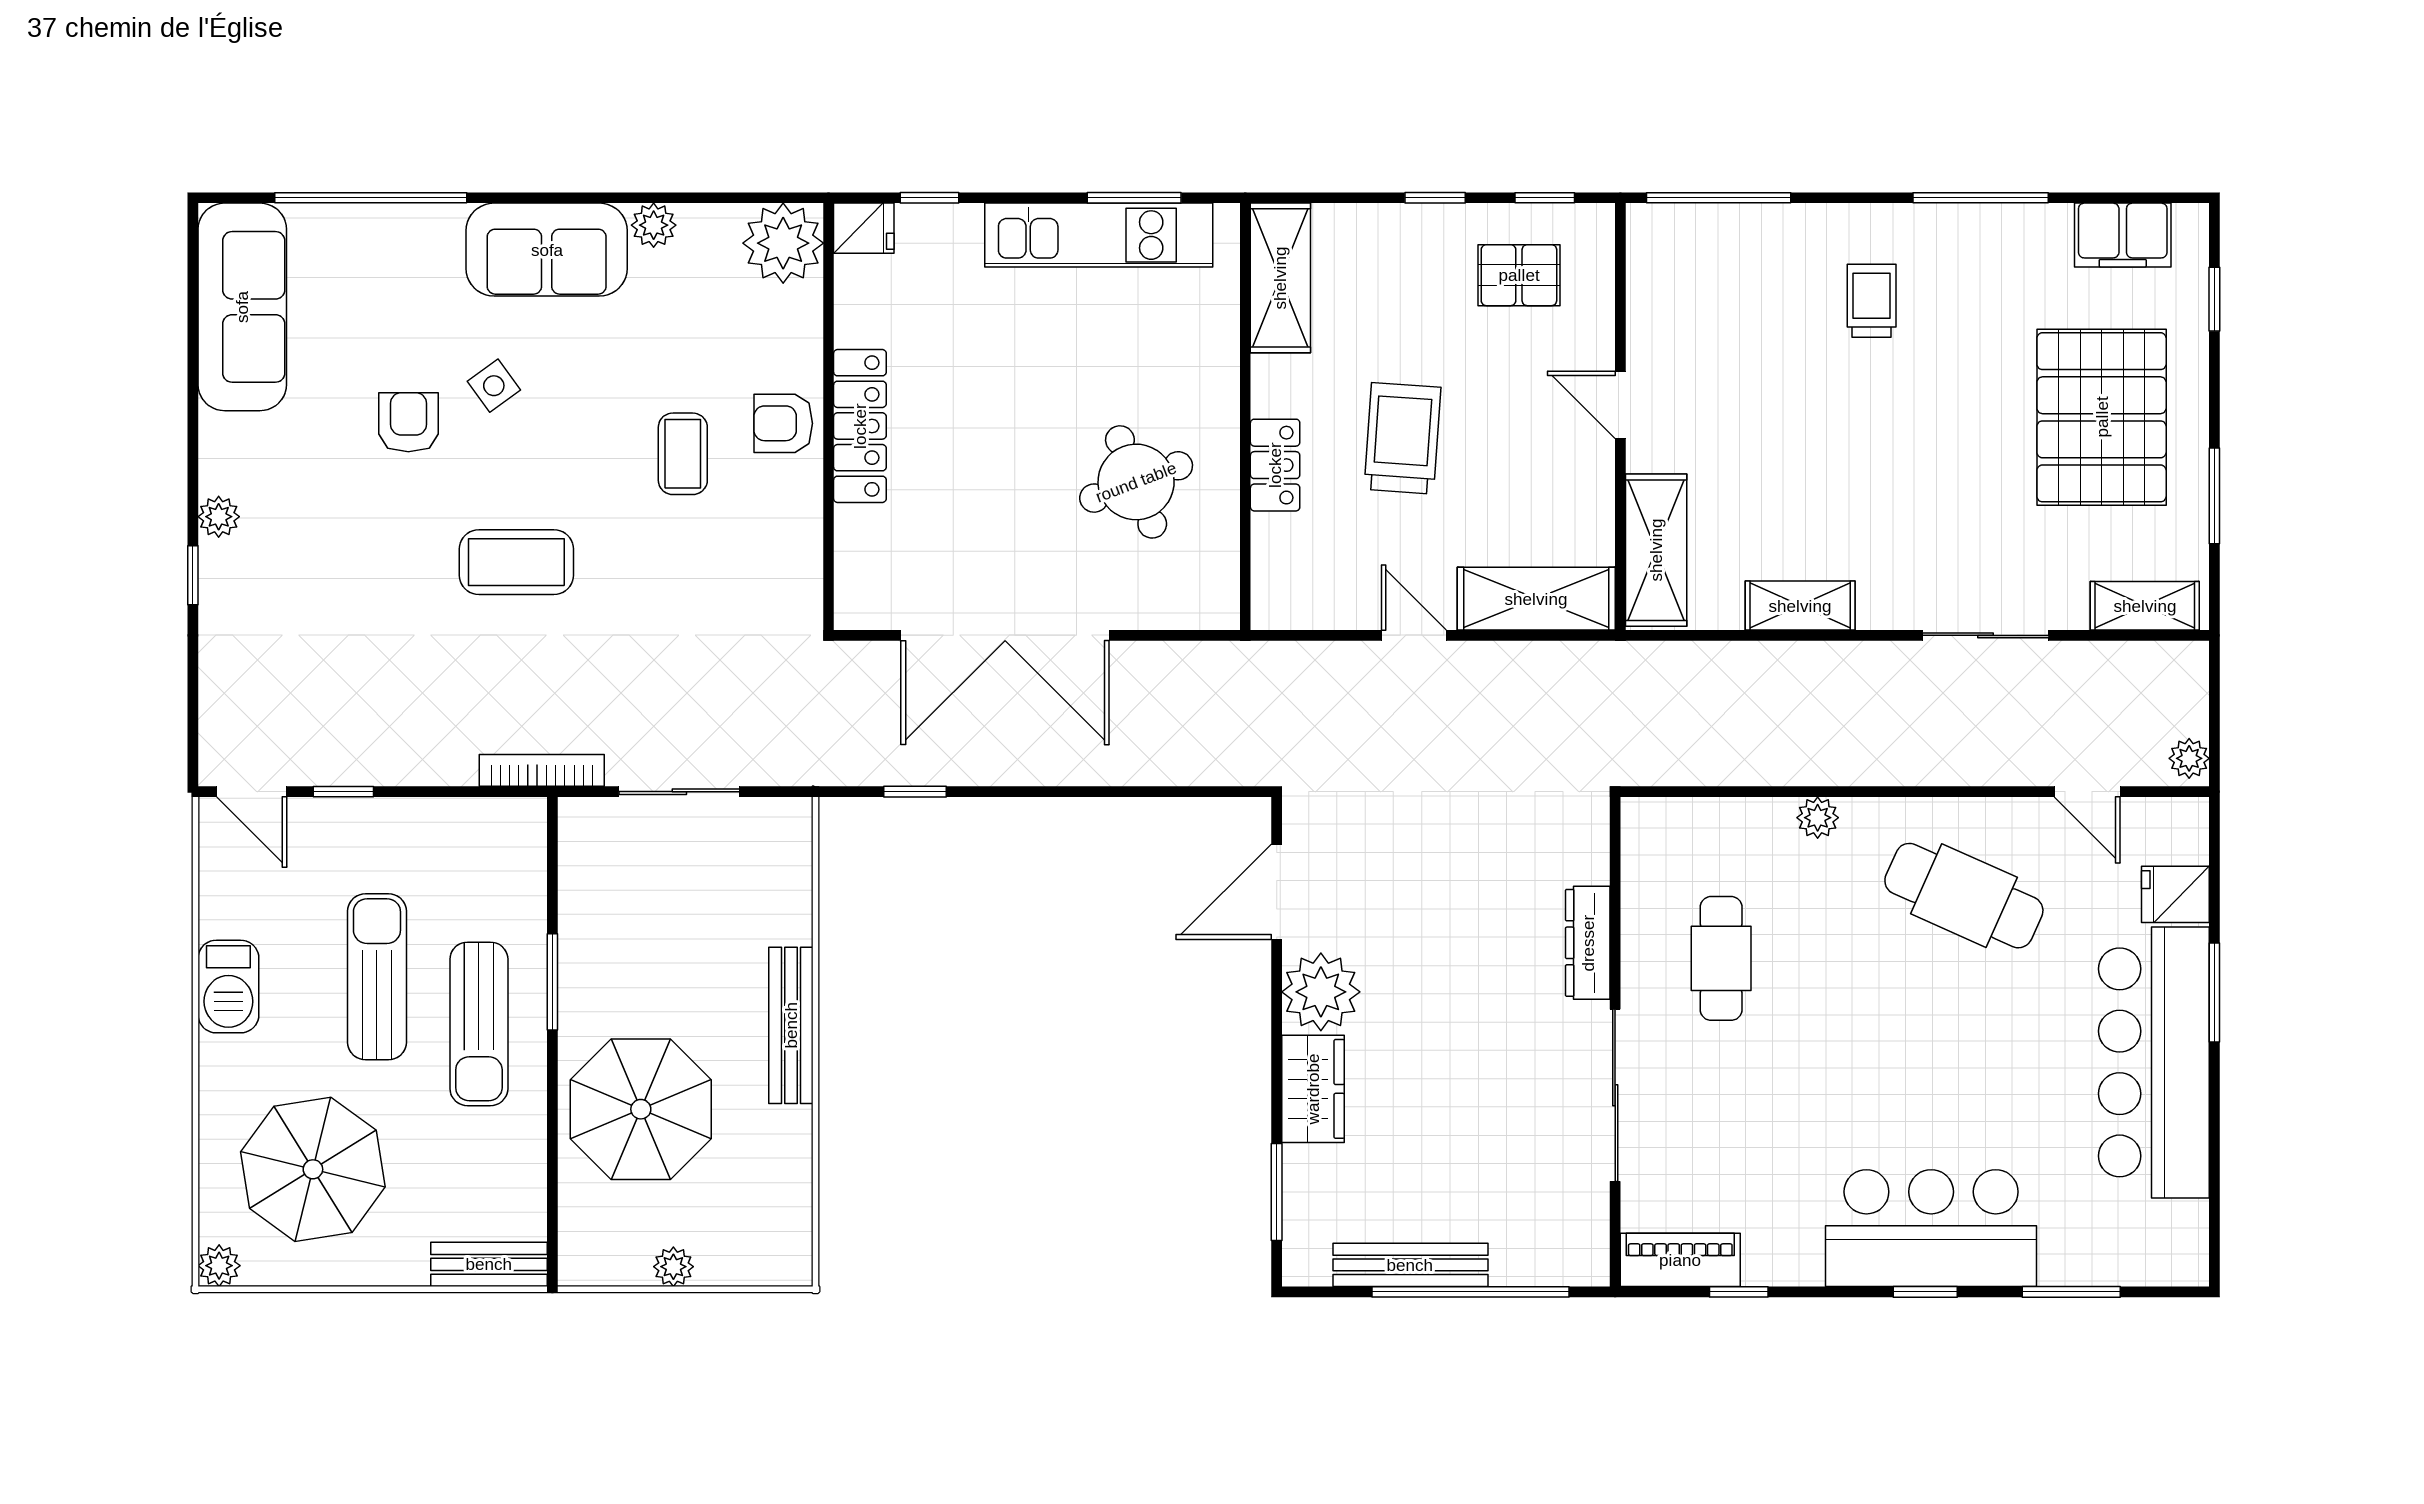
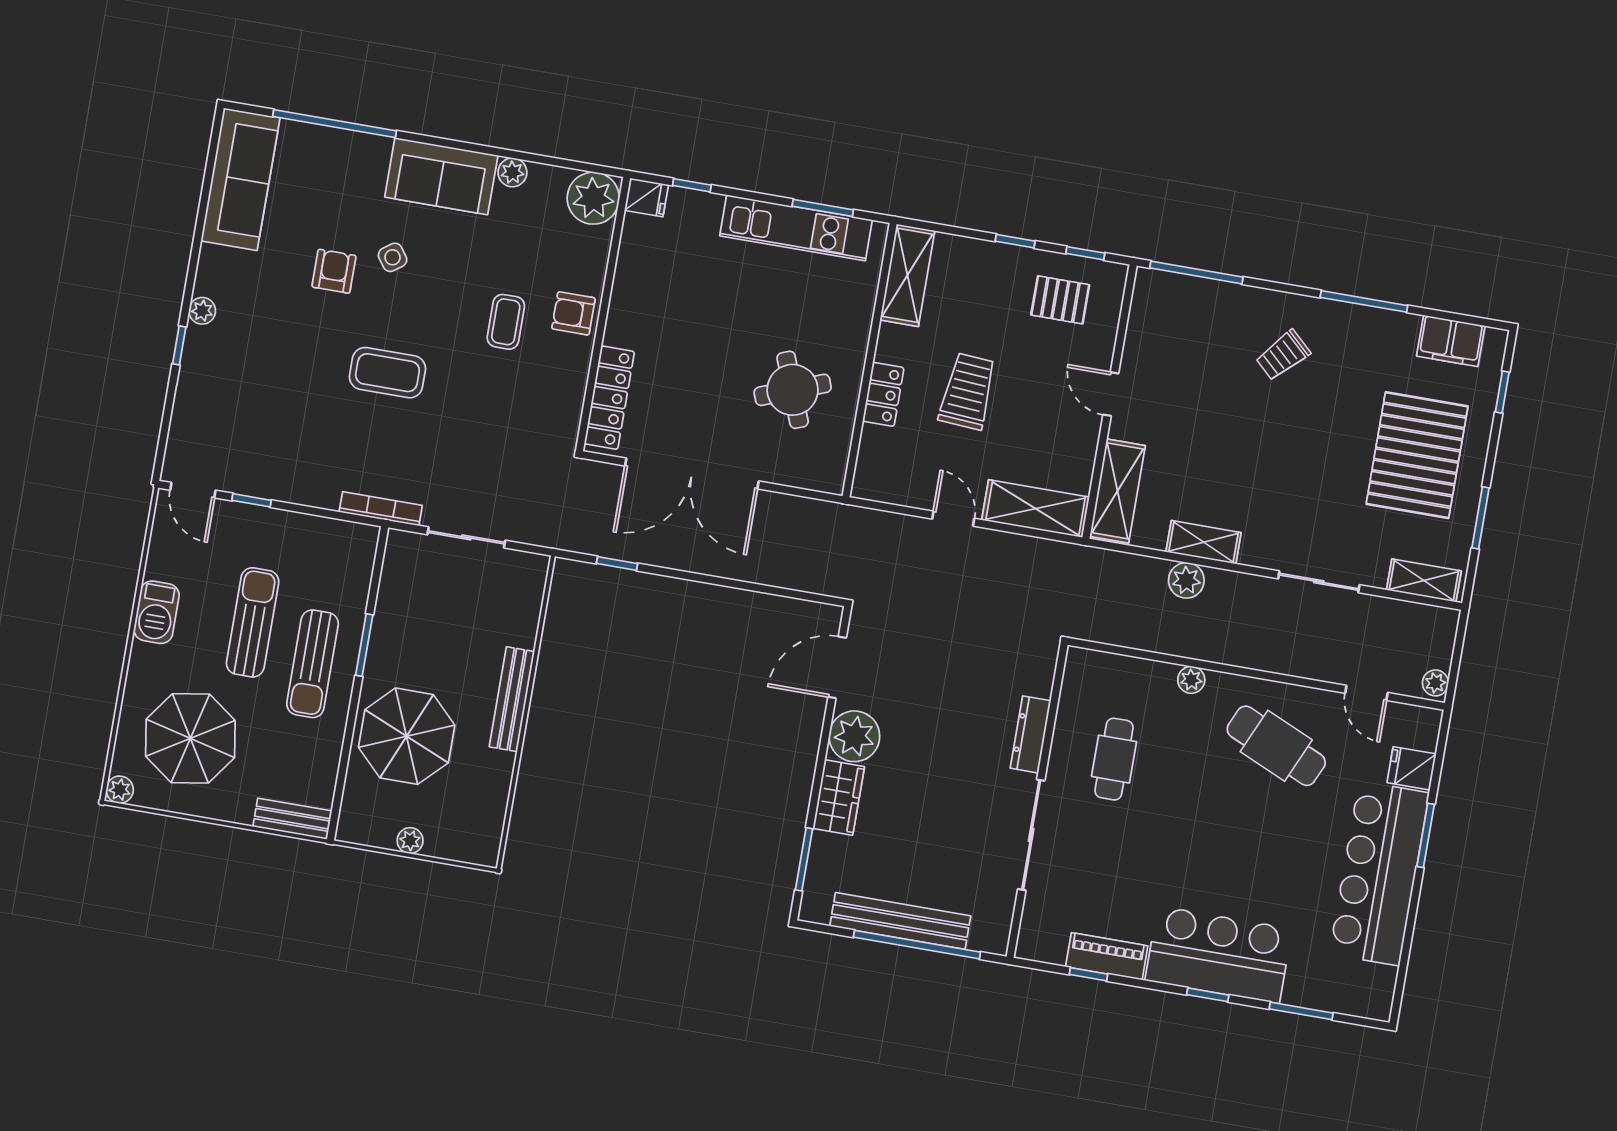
trolley: (1872, 301) -> (1283, 355), turned -137
locker: (860, 426) -> (609, 398), moved
plant: (1784, 668) -> (1186, 580), added
piano: (1680, 1260) -> (1107, 956), moved
bench: (1410, 1265) -> (900, 921), width x1.37, depth x1.21

